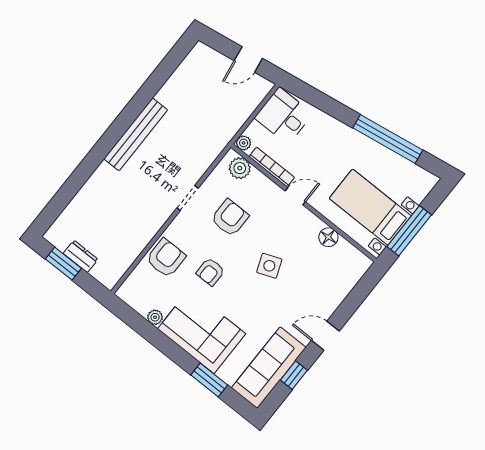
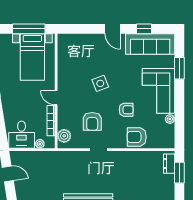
plant: (244, 143) -> (40, 144), moved
armchair: (230, 218) -> (92, 121), turned -90
floor lamp: (328, 237) -> (63, 66), removed
dresser: (81, 256) -> (169, 164), moved
window: (63, 264) -> (179, 173), moved

